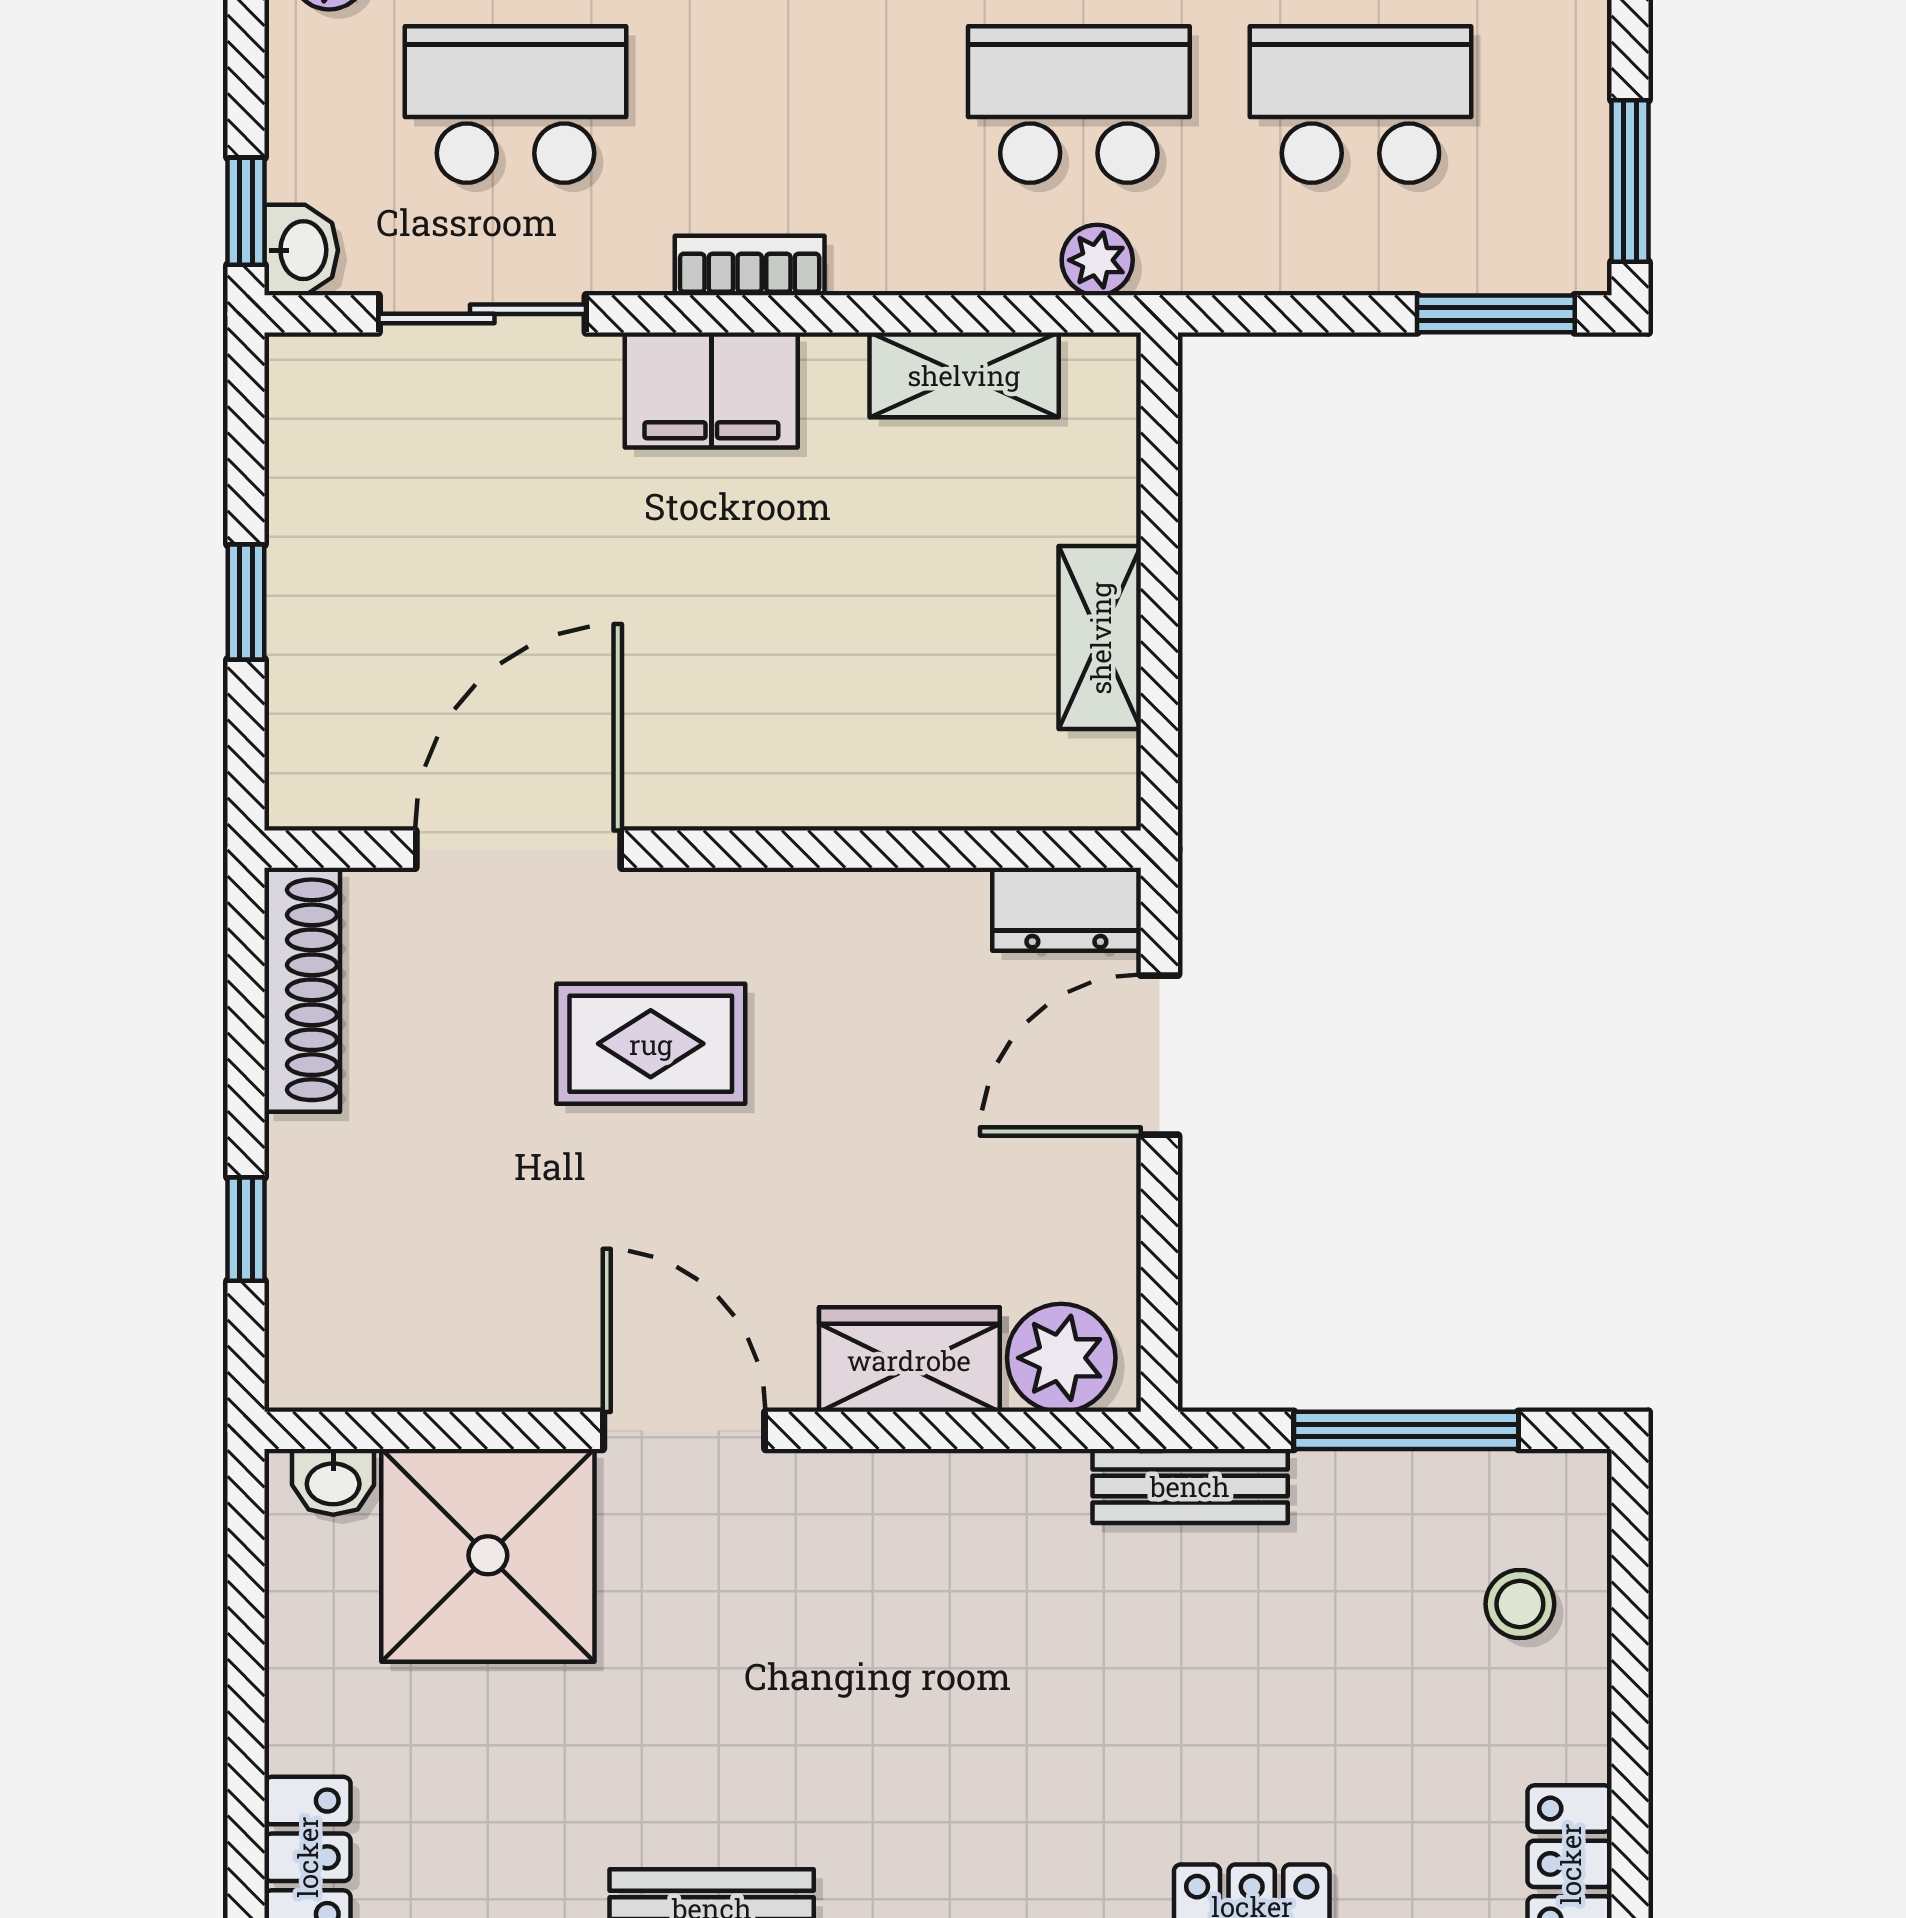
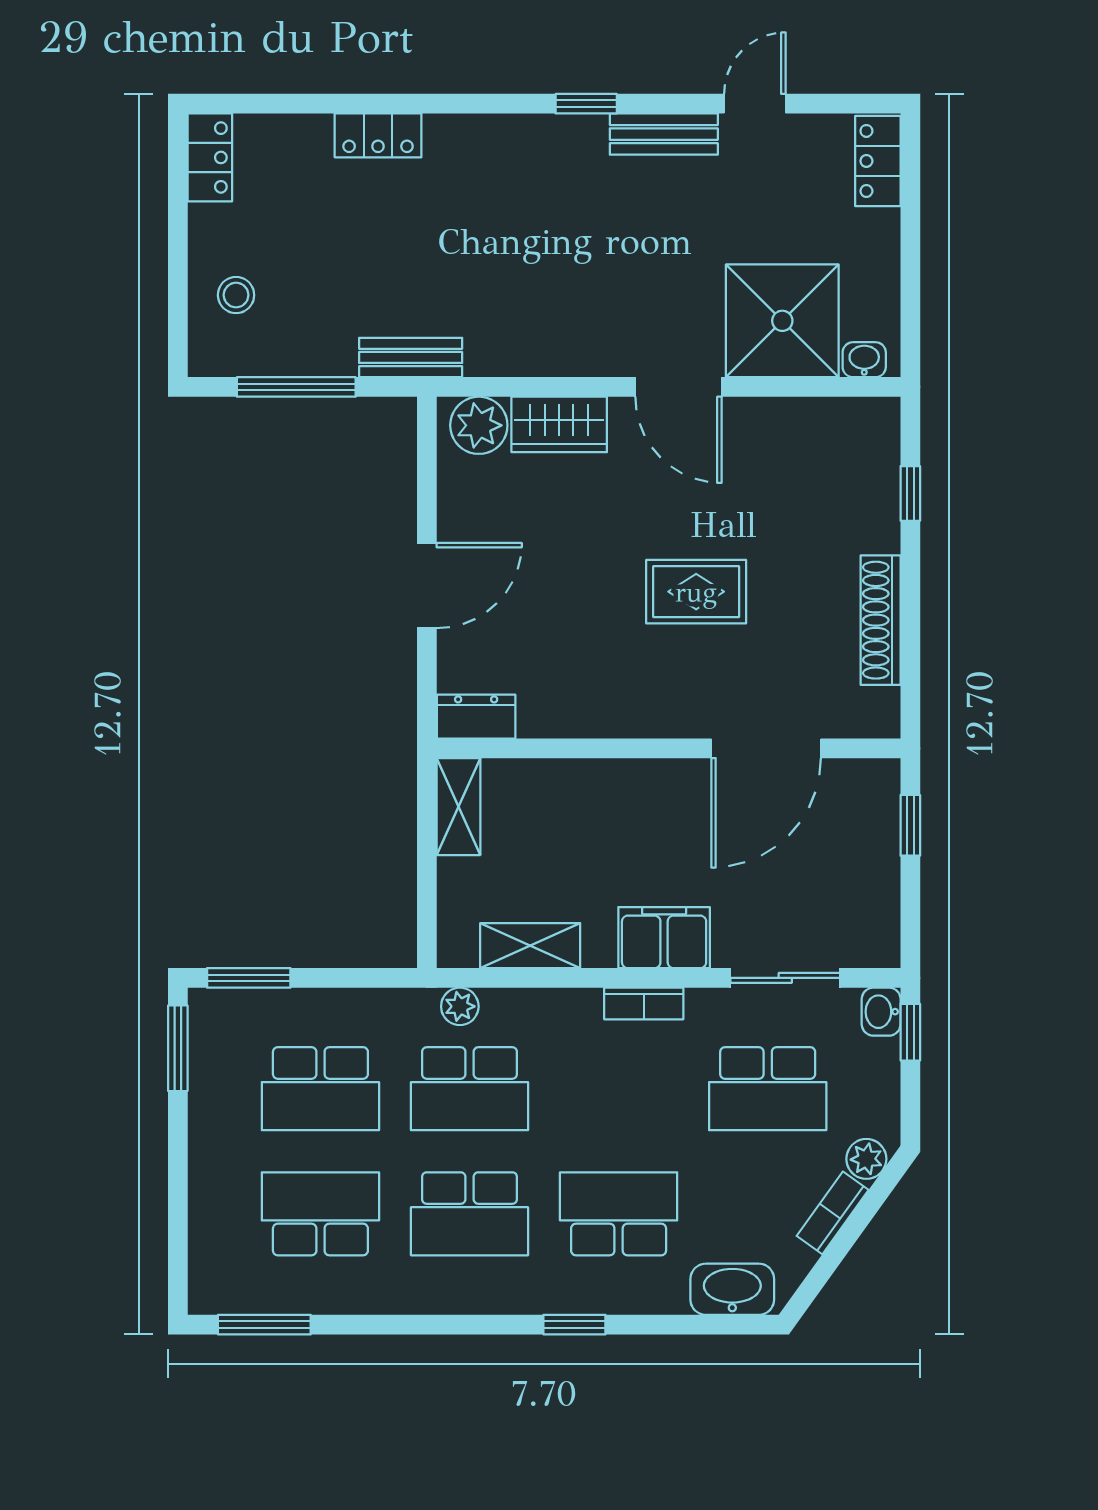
door: (519, 849) -> (766, 748), moved
wall: (703, 849) -> (669, 748), moved
dresser: (1066, 909) -> (476, 717), moved

